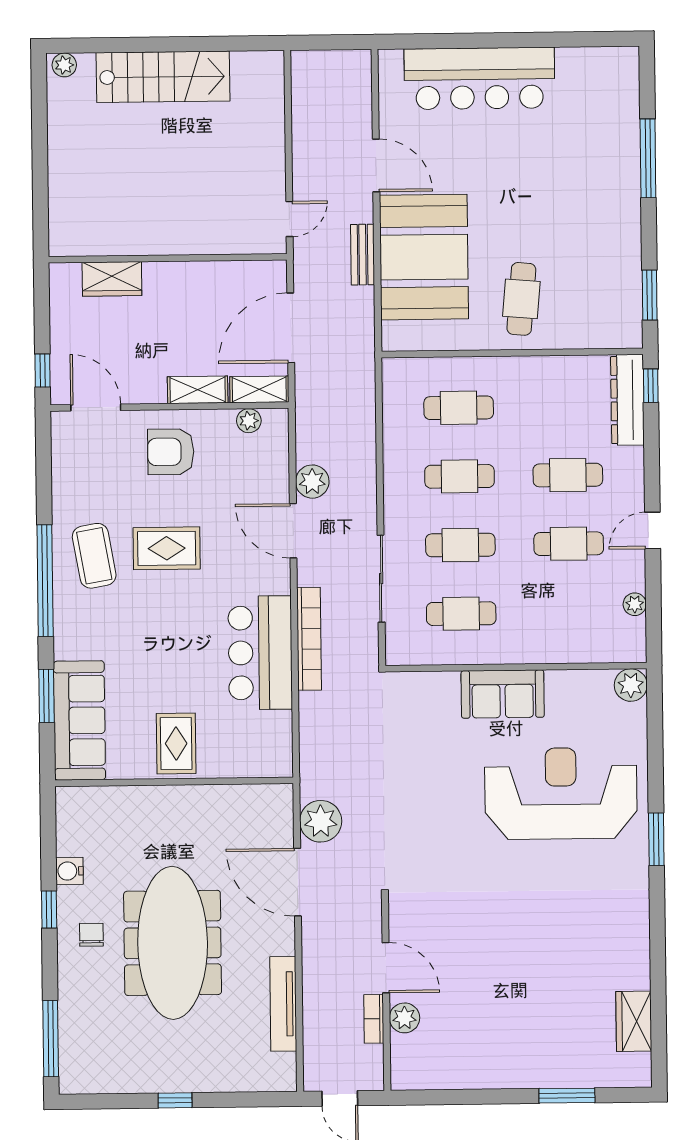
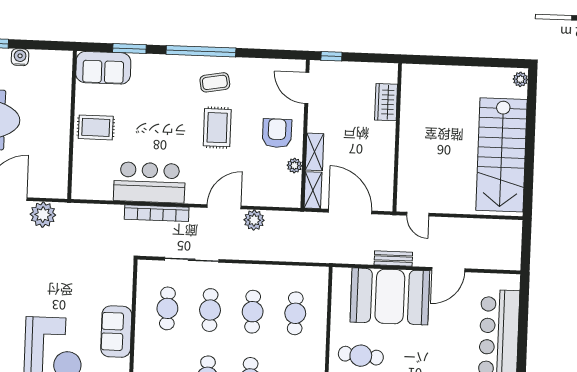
stairs: (163, 77) -> (501, 155), width x1.36, depth x1.51
door: (96, 407) -> (307, 88), swing flipped
plant: (249, 421) -> (294, 166), moved
coffee table: (94, 556) -> (215, 82), width x0.73, depth x0.77
sofa: (79, 720) -> (103, 68), width x0.73

